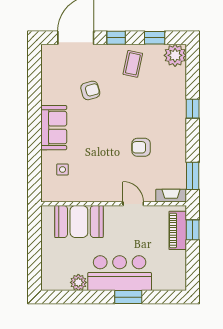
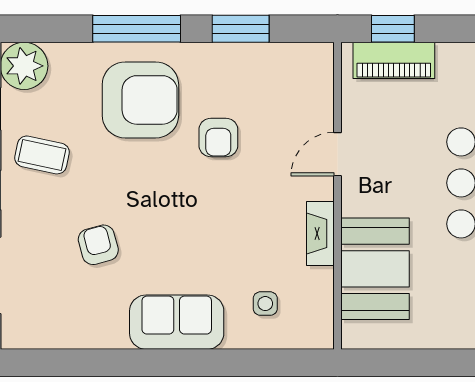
window: (193, 109) -> (137, 29), width x2.17
armchair: (159, 110) -> (140, 100), added
window: (193, 176) -> (241, 29), moved
fireplace: (171, 196) -> (320, 233), moved

